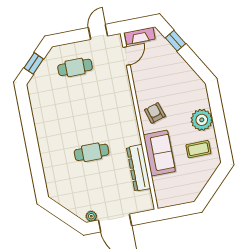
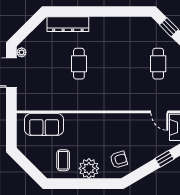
armchair: (155, 113) -> (119, 160), moved
sofa: (159, 153) -> (44, 124), moved
dresser: (139, 168) -> (68, 24), moved, turned 180

